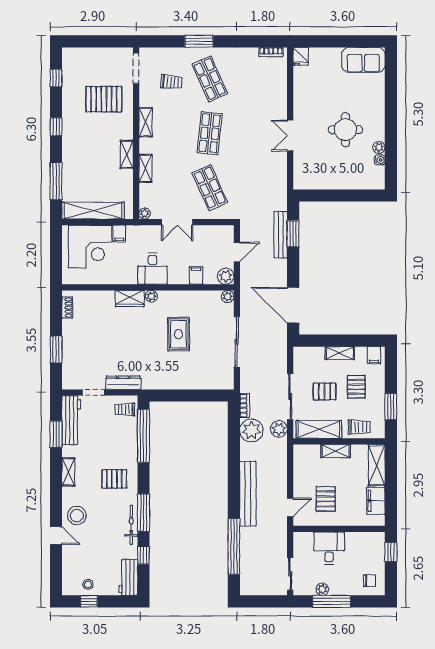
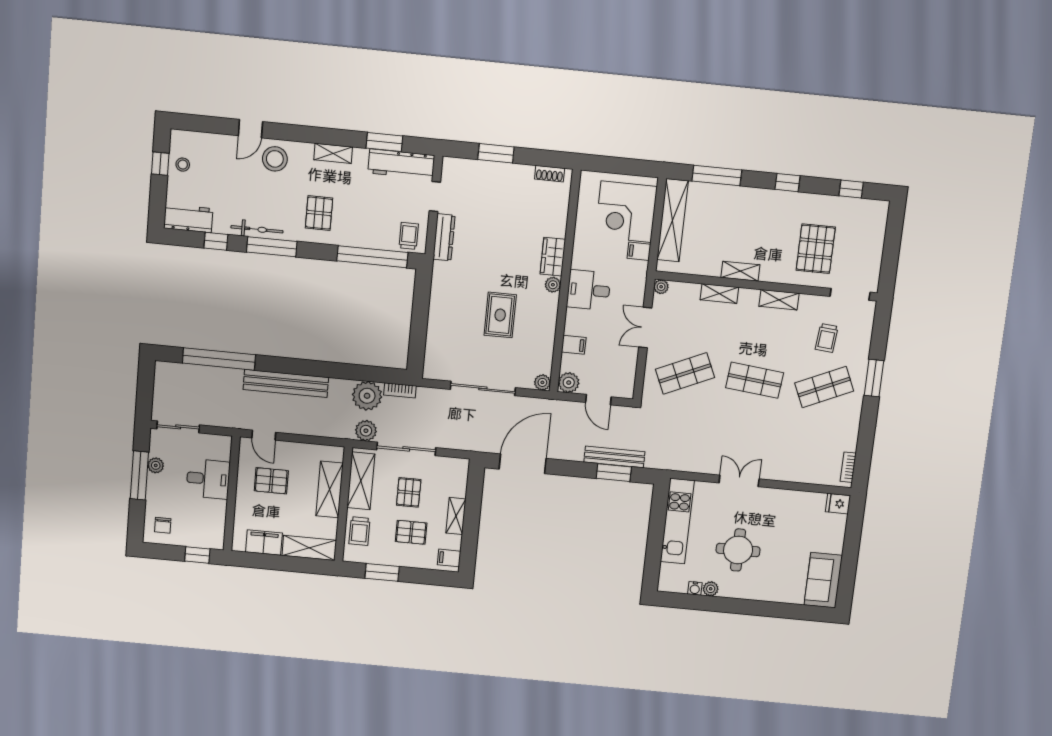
kitchen unit: (327, 180) -> (677, 521), added
rug: (178, 334) -> (500, 315), turned 90
shelving: (336, 451) -> (330, 489), width x1.50, depth x1.33

